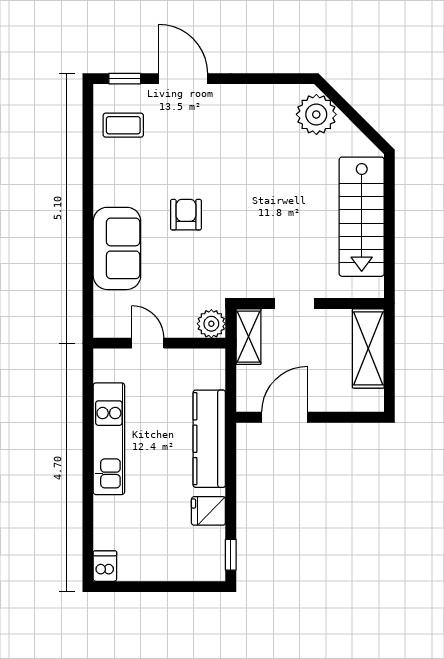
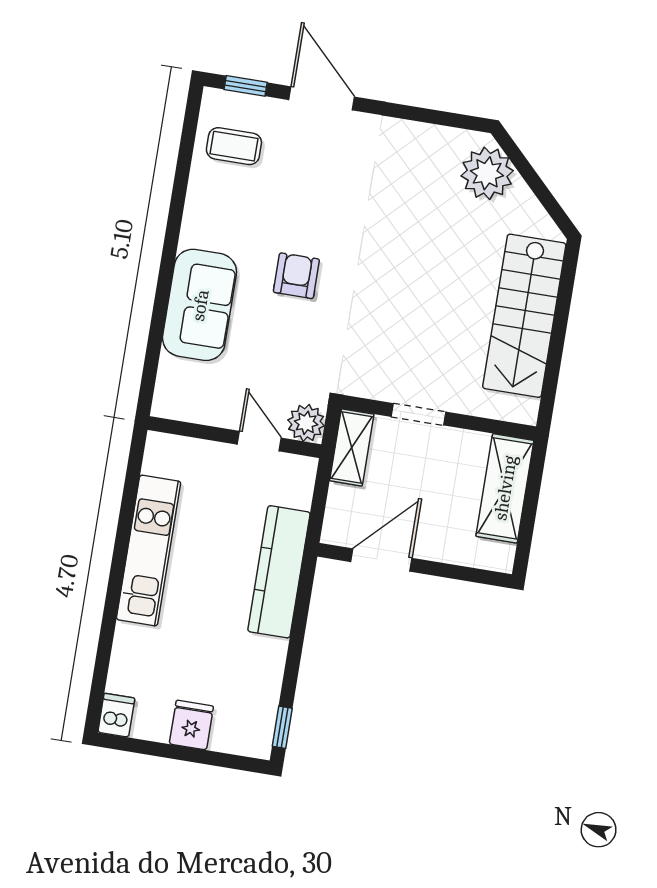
door: (148, 343) -> (259, 441), moved
fridge: (208, 511) -> (191, 725), moved, turned 90

